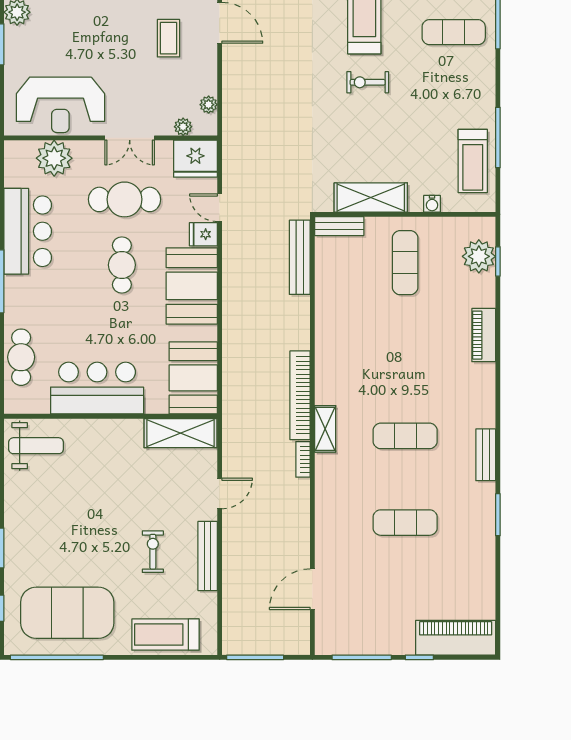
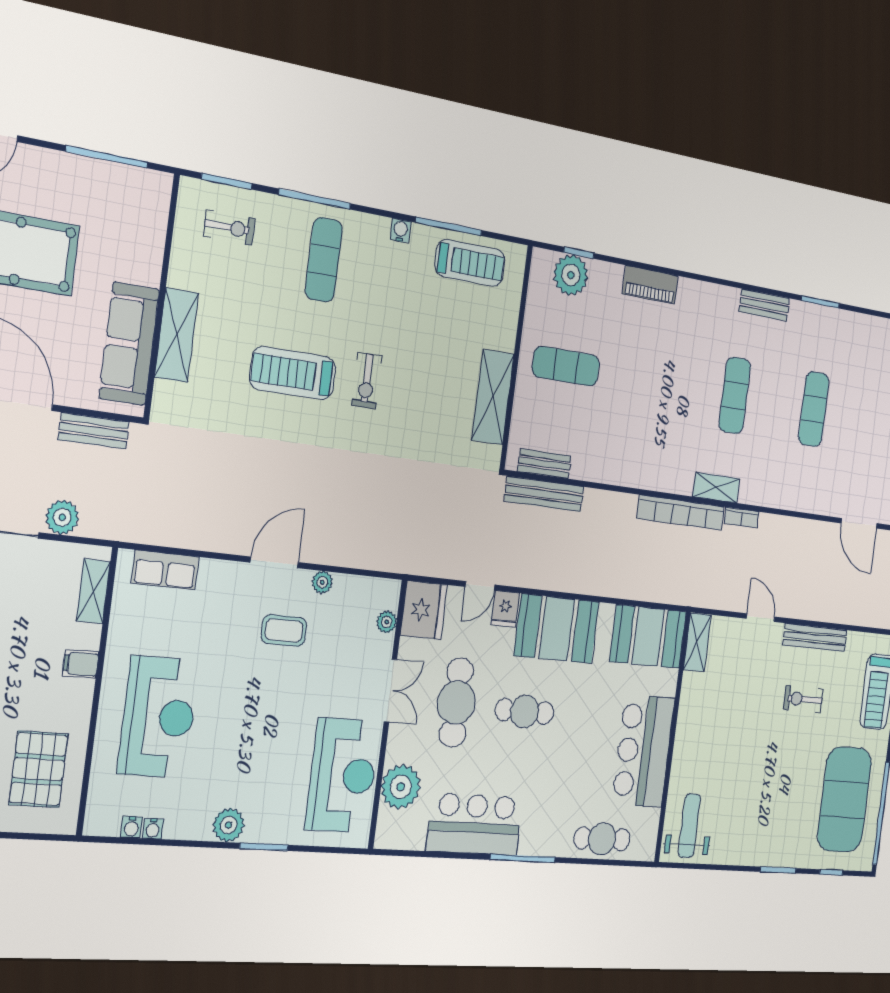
plant: (209, 105) -> (322, 582), moved
water cooler: (432, 204) -> (401, 230), moved, turned -90
bench: (339, 226) -> (544, 464), moved, turned 90
shelving: (181, 433) -> (697, 642), width x0.67, depth x0.75

